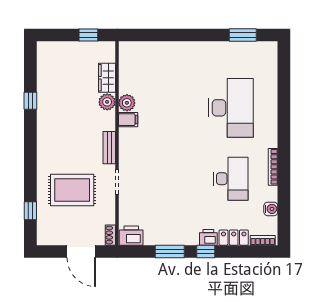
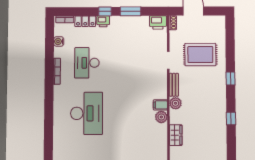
plant: (107, 102) -> (175, 103), moved
desk: (231, 108) -> (87, 113), turned 180
window: (30, 211) -> (231, 78), moved

